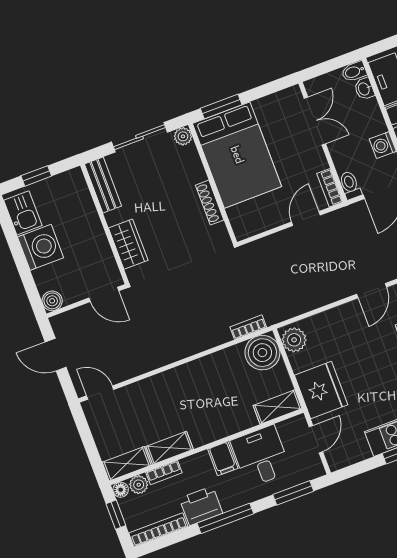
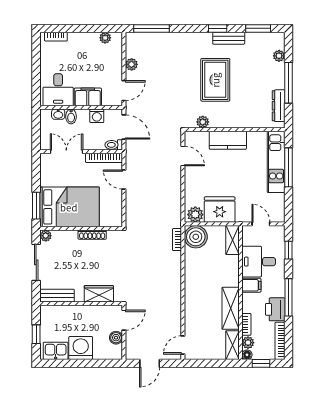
bidet: (354, 72) -> (71, 116), moved
bookcase: (330, 188) -> (104, 158), width x1.56
boiler: (52, 301) -> (116, 338), moved
fridge: (321, 390) -> (220, 210), moved
shelving: (170, 448) -> (231, 308), width x1.50, depth x1.33
window: (293, 493) -> (288, 250), width x0.67

